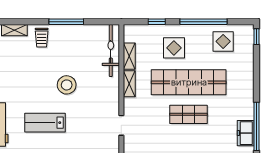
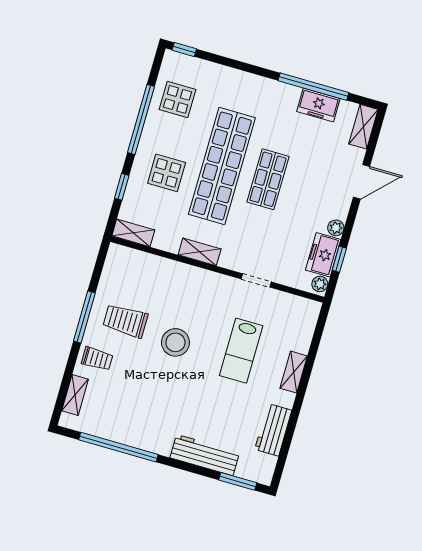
trolley: (71, 49) -> (125, 321), added
bicycle: (111, 51) -> (144, 265), removed
shelving: (129, 56) -> (133, 233), moved
lab bench: (45, 123) -> (241, 351), moved

